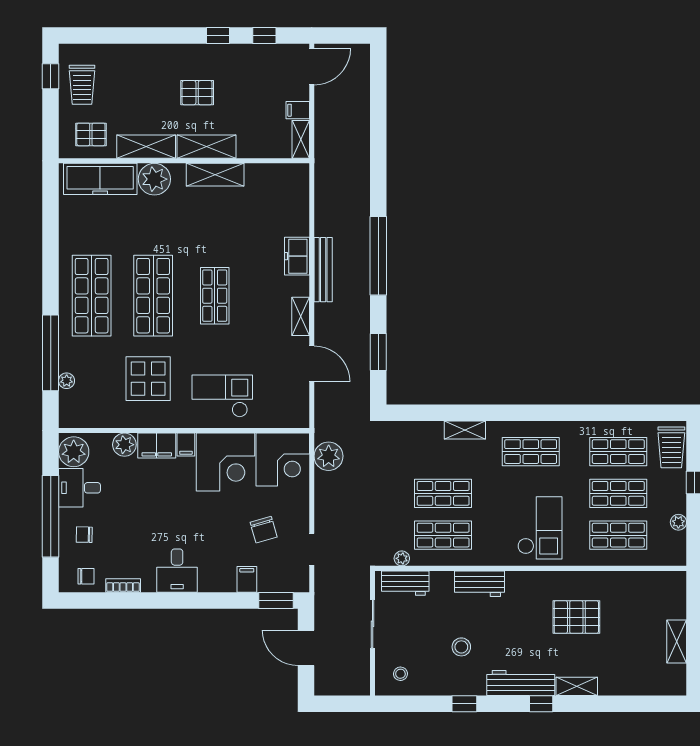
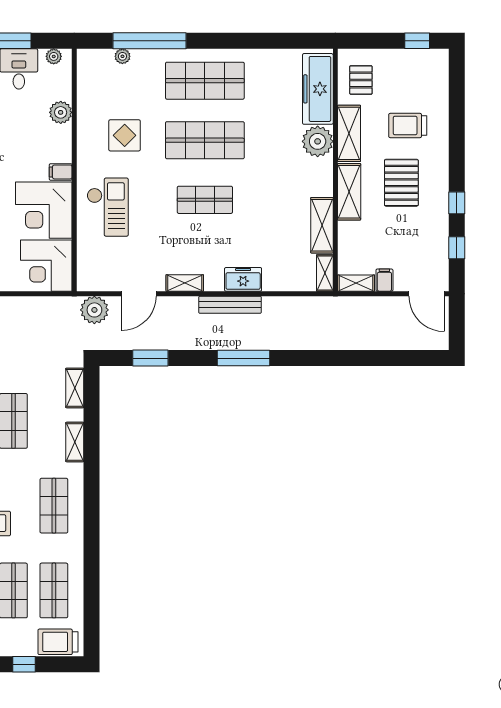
trolley: (82, 85) -> (408, 126), moved
pallet: (197, 93) -> (401, 183), width x1.50, depth x1.42
shelving: (290, 172) -> (325, 273), added
shelving: (215, 175) -> (322, 225), moved
window: (378, 256) -> (244, 358), width x0.68
display table: (148, 379) -> (125, 135), width x0.73, depth x0.73
shelving: (409, 430) -> (75, 388), added
filing cabinet: (157, 446) -> (60, 144), removed
plant: (74, 452) -> (54, 56), width x0.53, depth x0.53
plant: (329, 456) -> (94, 310), moved

